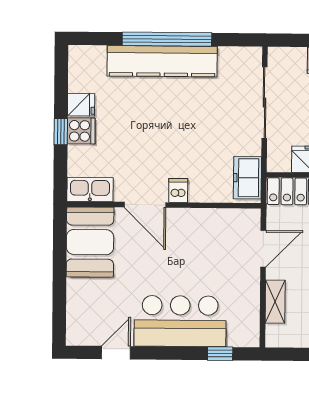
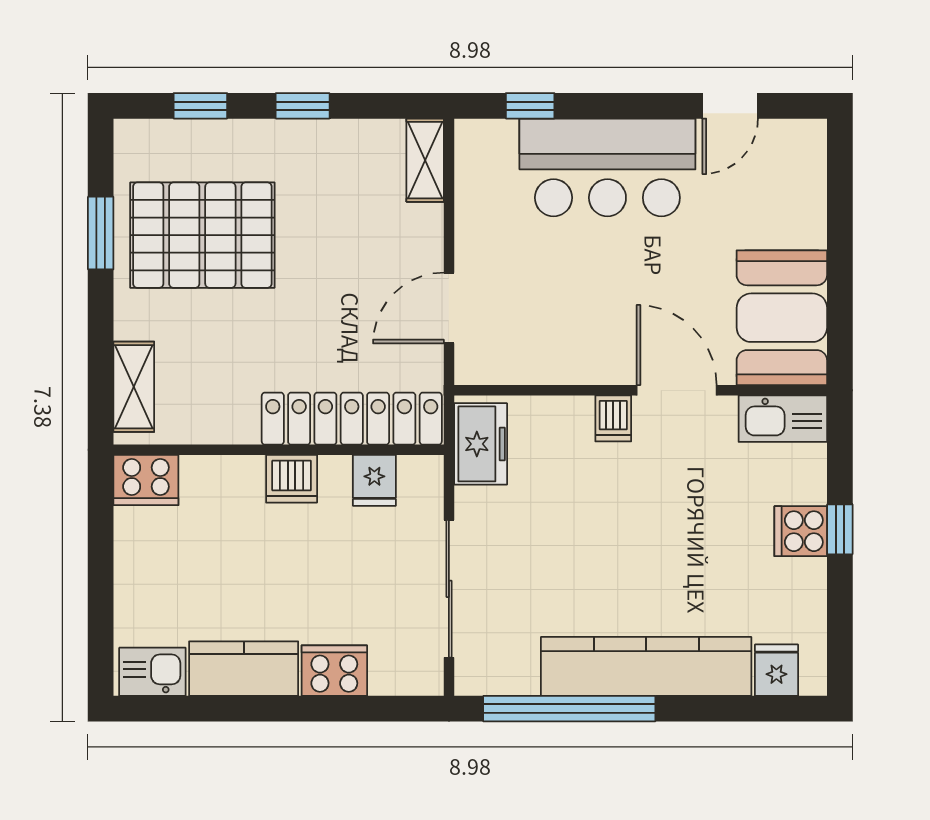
window: (167, 39) -> (569, 709), moved
fridge: (81, 105) -> (776, 670), moved, turned 90
shelving: (275, 302) -> (425, 160), moved

